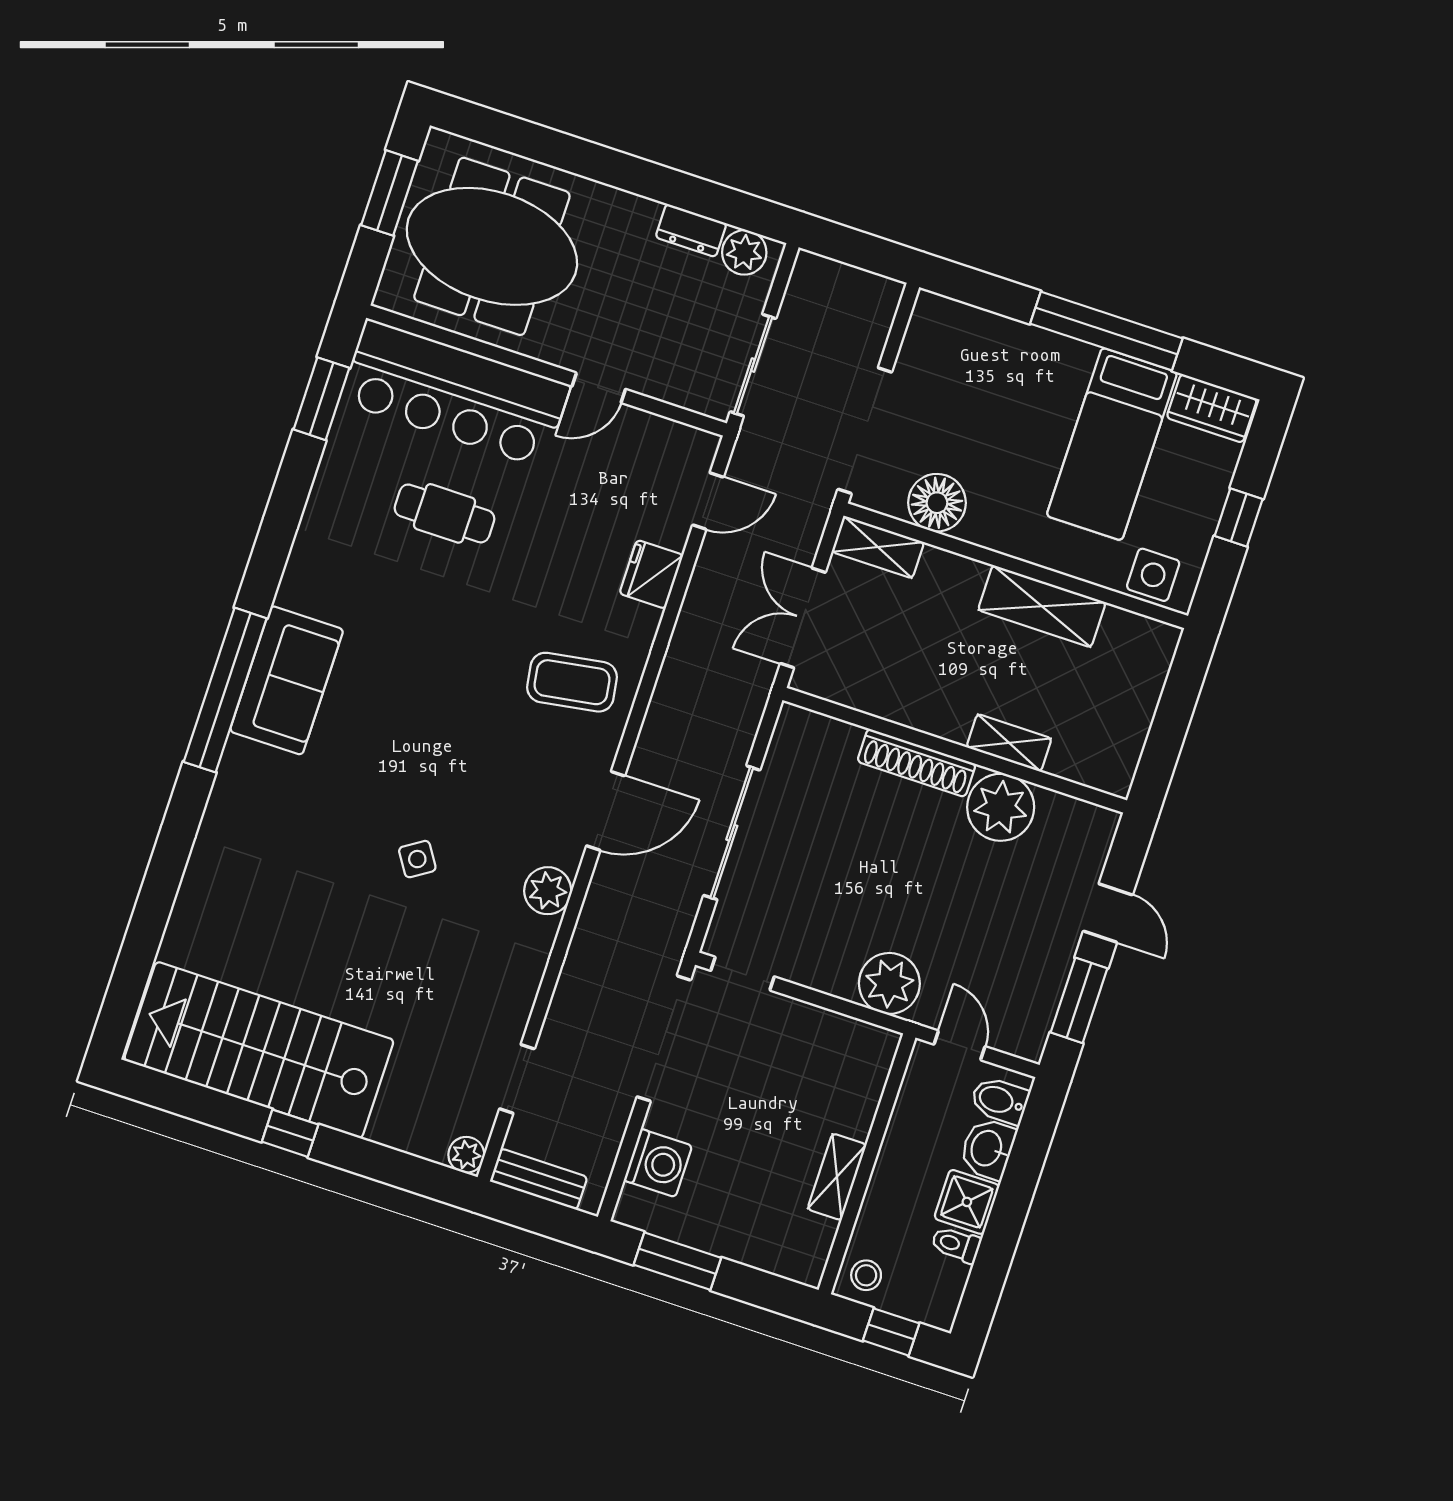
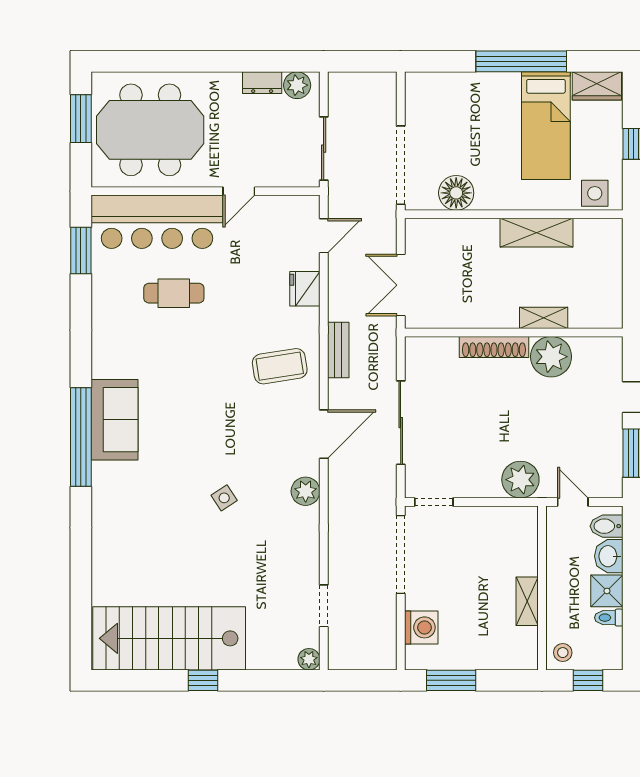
shelving: (878, 547) -> (431, 230), removed
bench: (539, 1179) -> (338, 350), moved, turned 90

